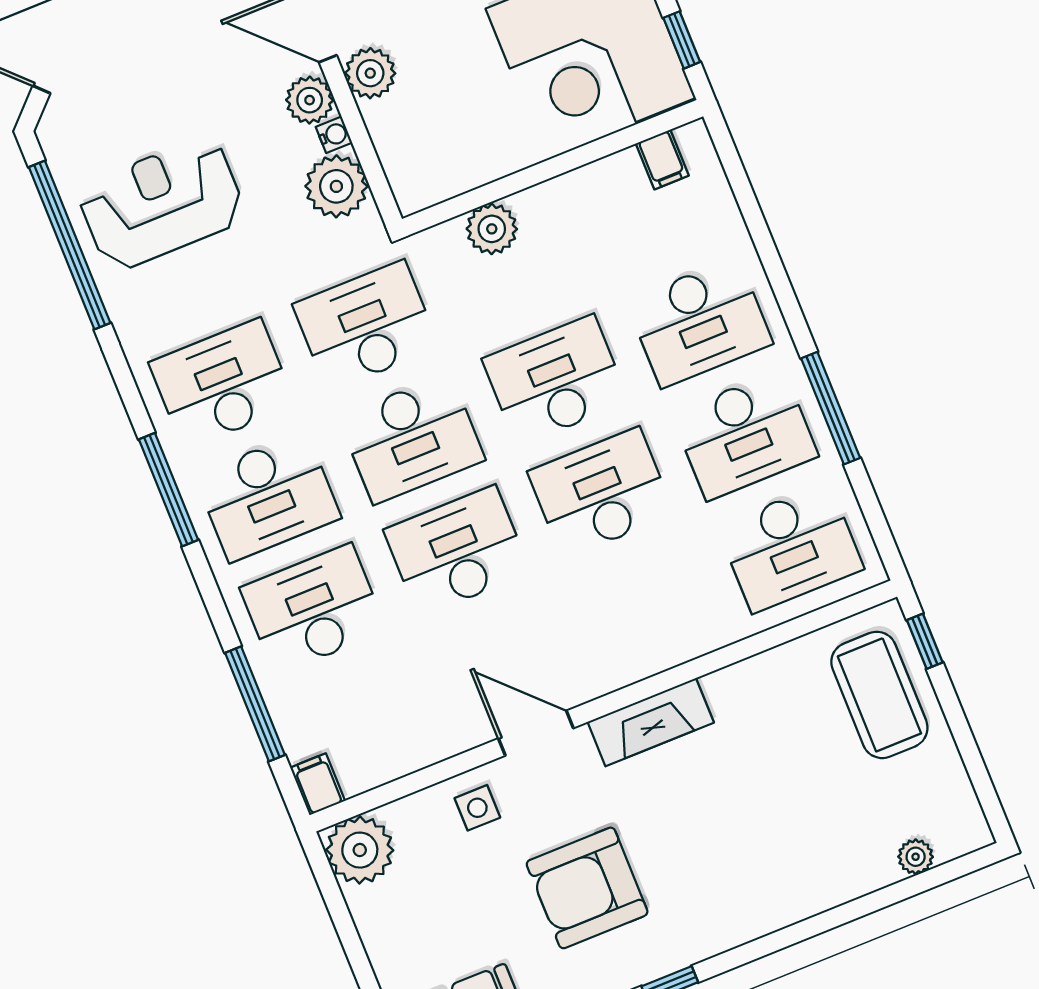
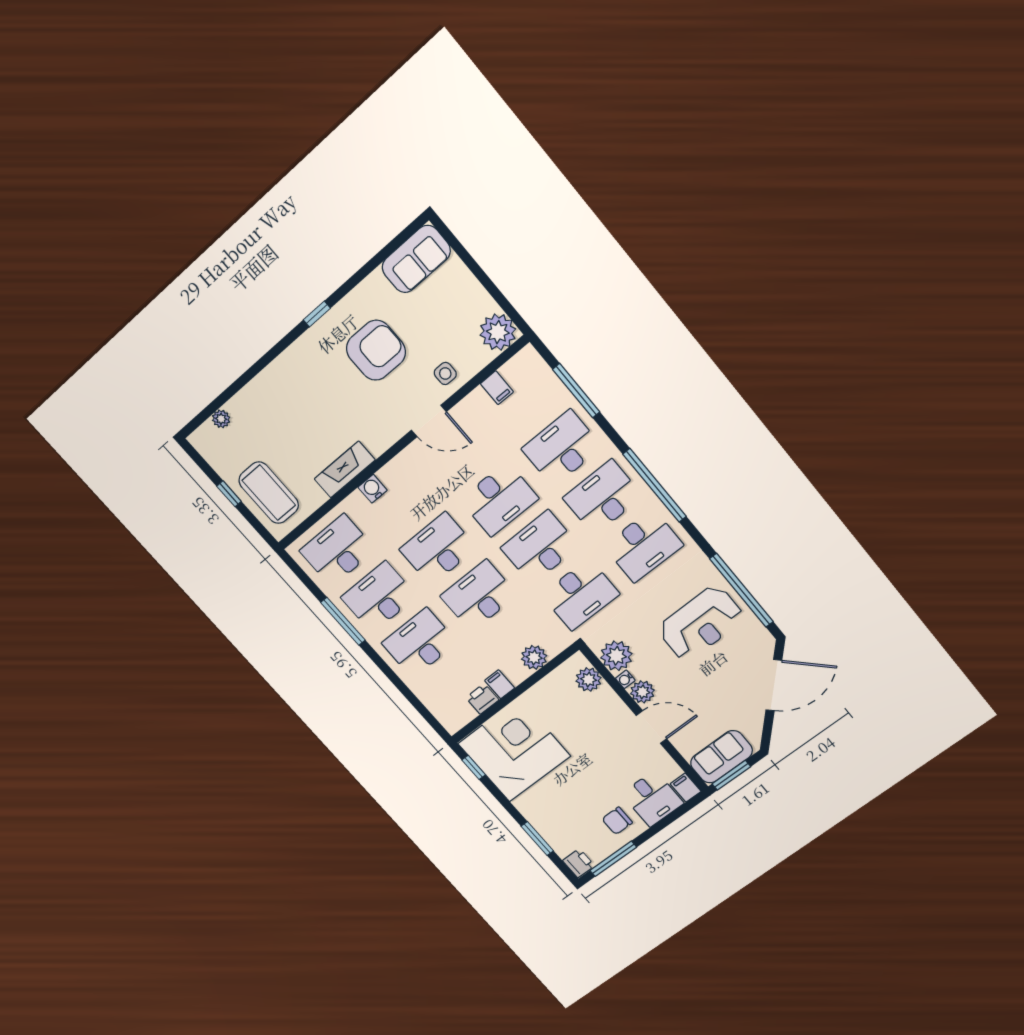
plant: (370, 73) -> (588, 679), moved
filing cabinet: (662, 159) -> (500, 684), moved
printer: (618, 175) -> (482, 699), added
desk: (555, 380) -> (479, 596), turned 180
window: (168, 490) -> (655, 485), width x1.46
desk: (601, 493) -> (438, 549), turned 180
desk: (313, 609) -> (562, 448), turned 180
window: (925, 641) -> (229, 494), moved
water cooler: (683, 642) -> (373, 489), added
fireplace: (651, 722) -> (345, 469), moved
filing cabinet: (318, 784) -> (497, 388), moved

